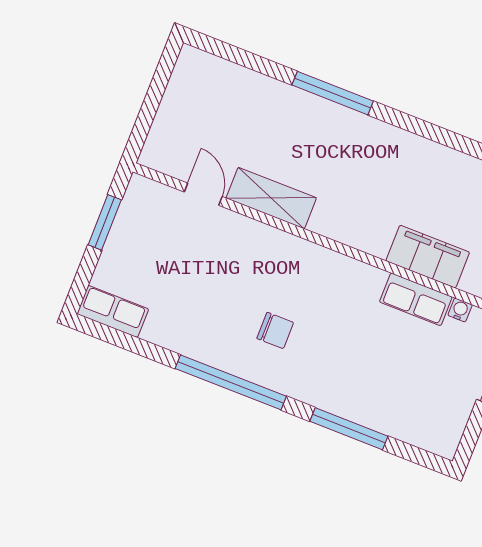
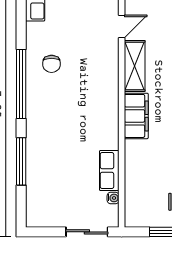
filing cabinet: (428, 257) -> (136, 116), moved
chair: (275, 330) -> (52, 64), moved

